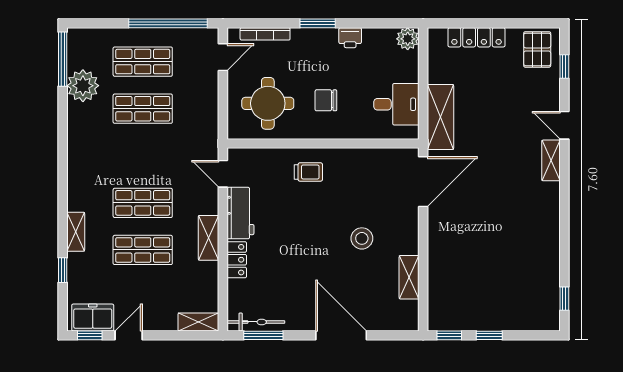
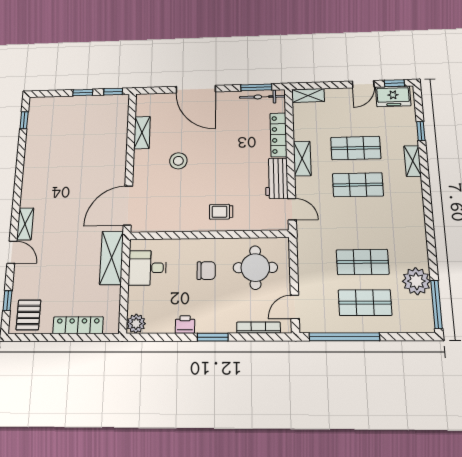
locker: (237, 260) -> (278, 135), width x1.53

